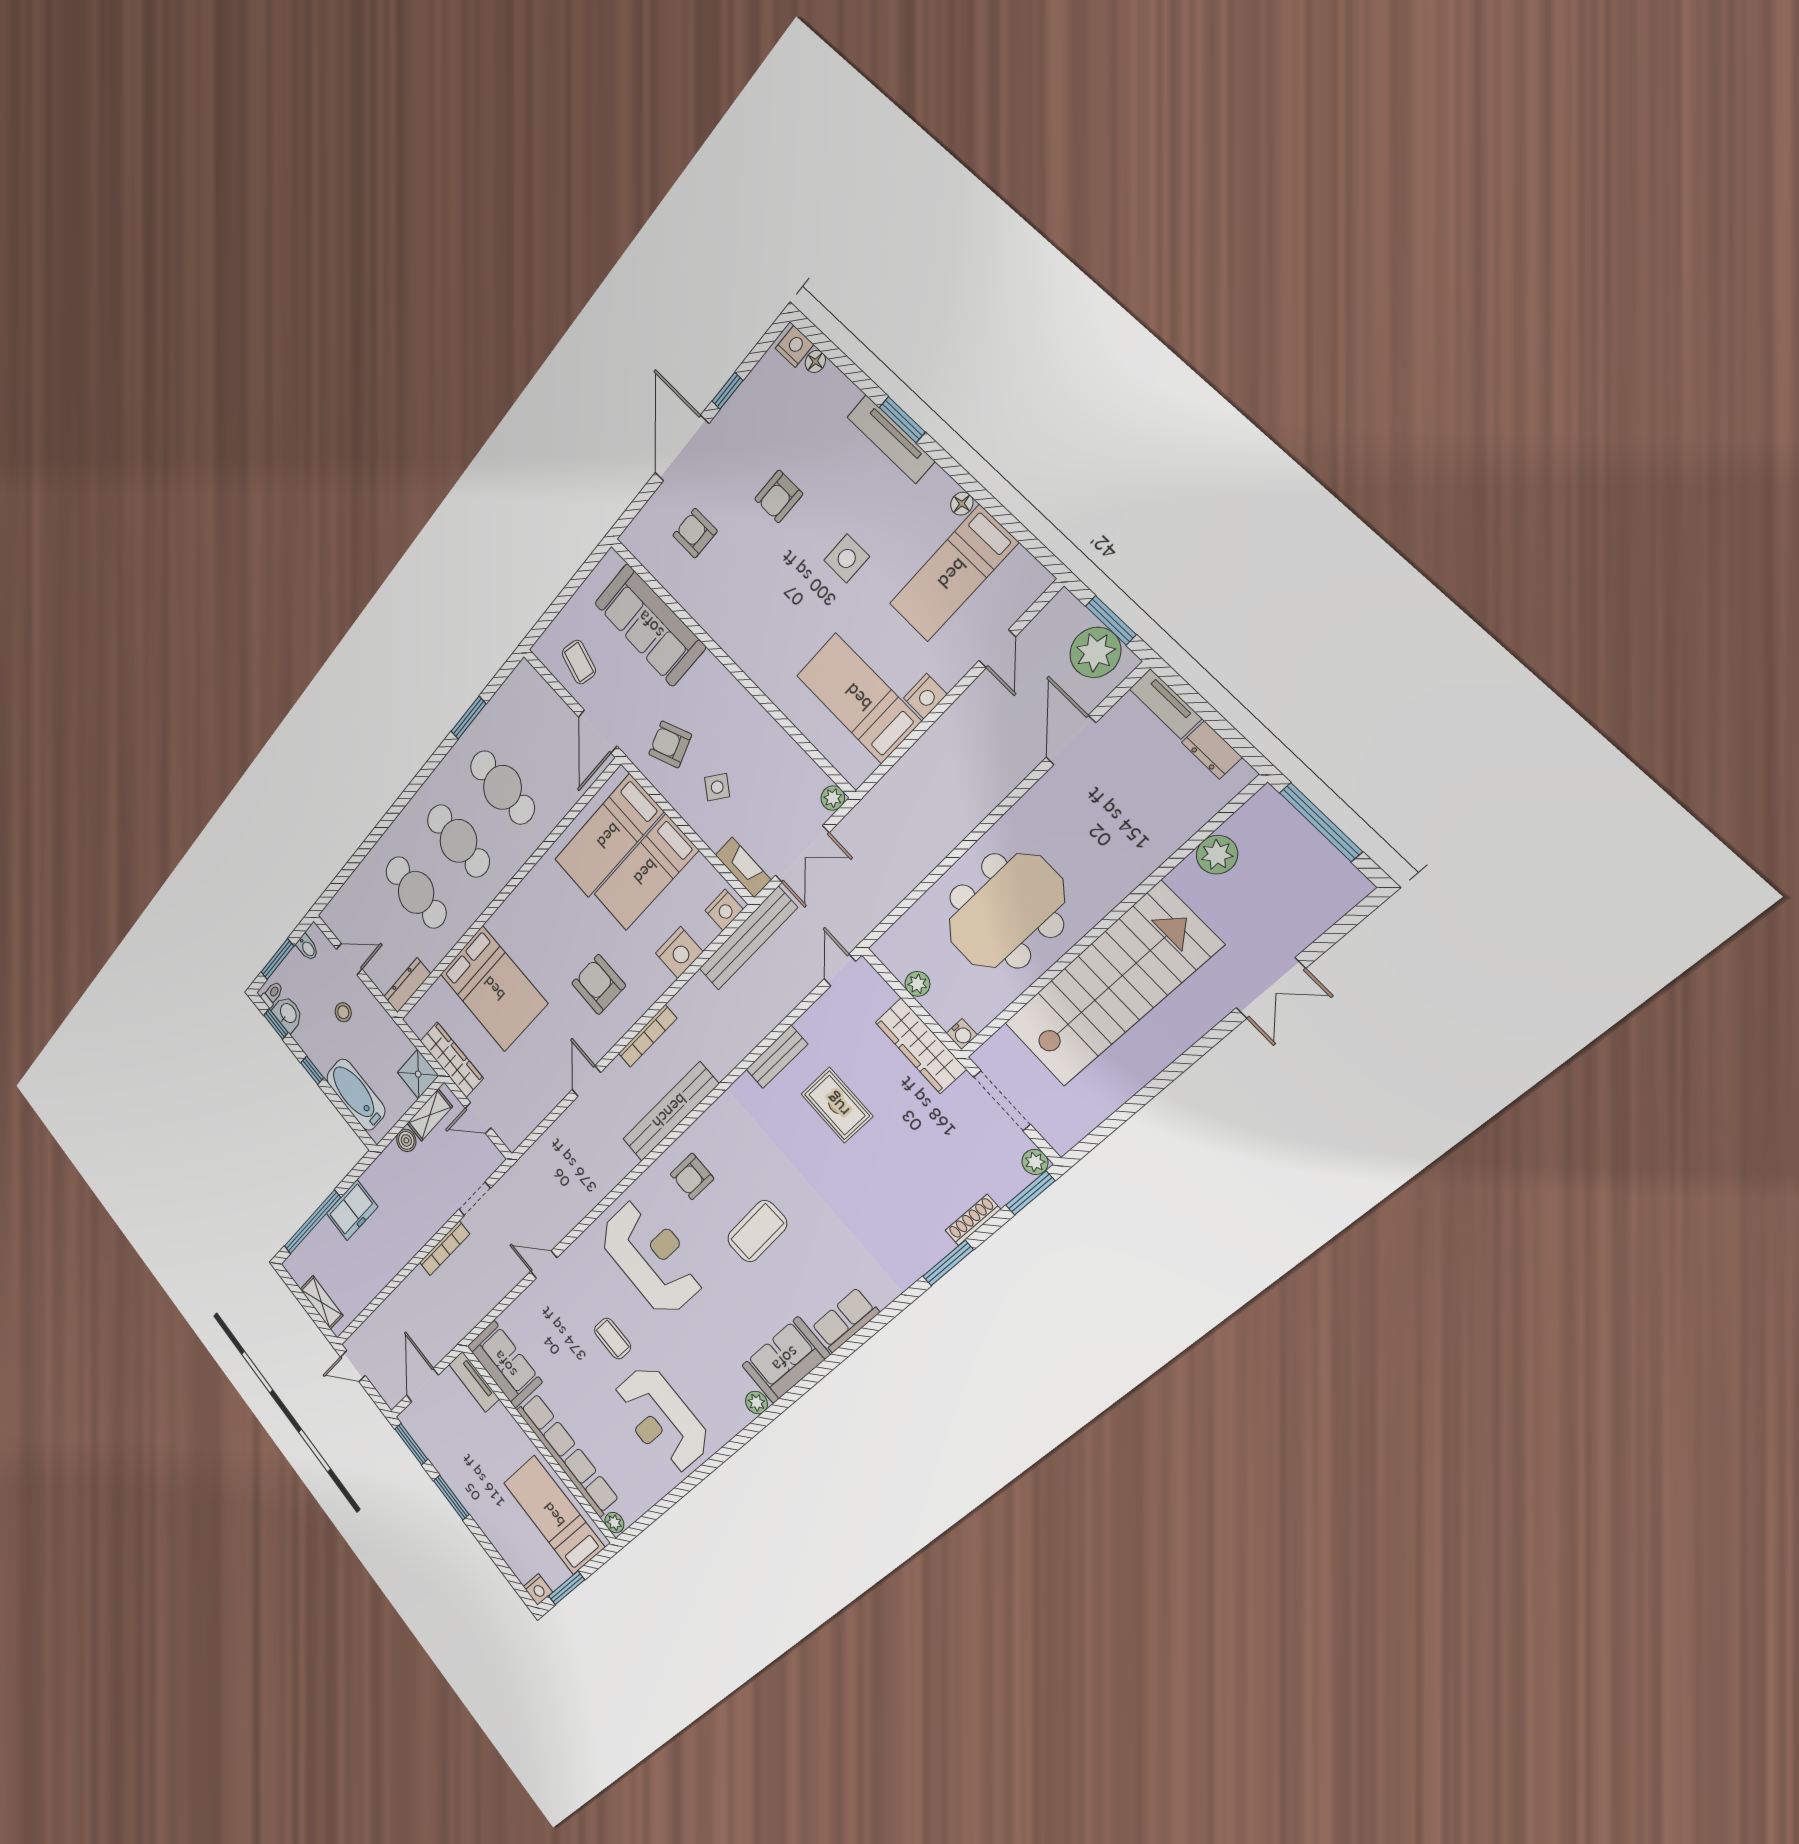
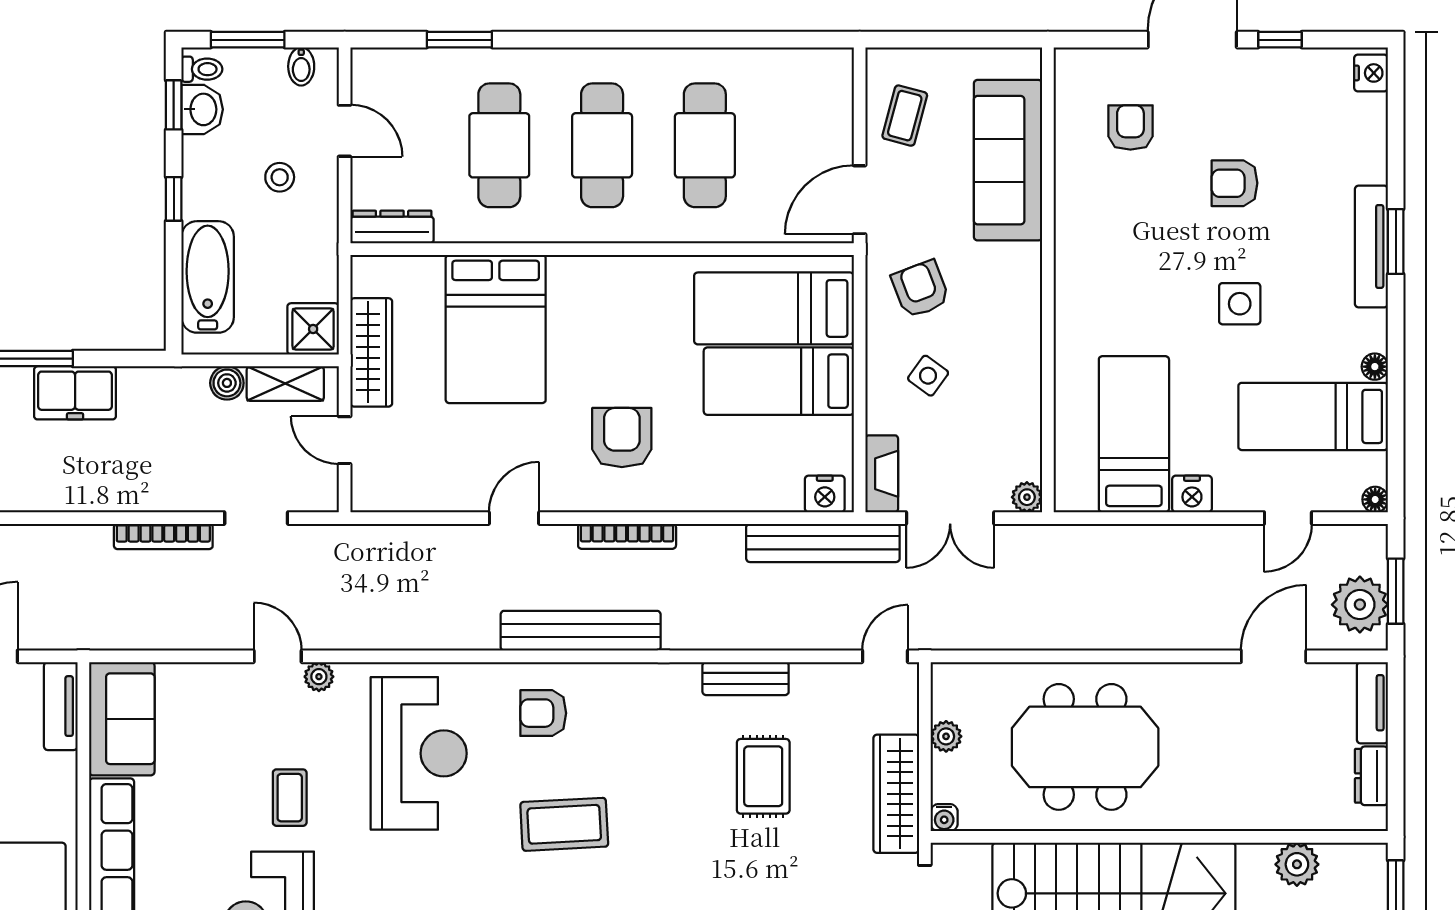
floor lamp: (815, 361) -> (1375, 499), moved
window: (469, 718) -> (459, 40), moved
nightstand: (679, 952) -> (740, 489), removed
plant: (571, 1258) -> (319, 677), added

